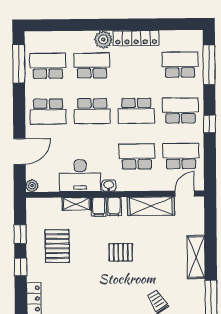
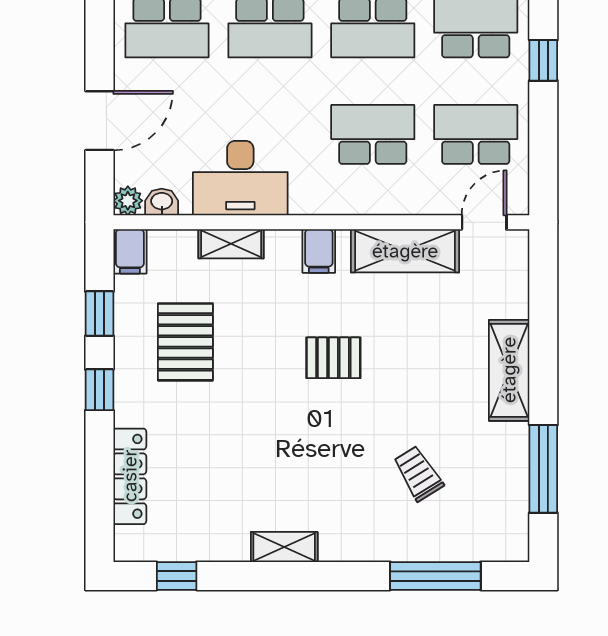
washbasin: (109, 186) -> (162, 202), moved
filing cabinet: (99, 207) -> (130, 251), moved

